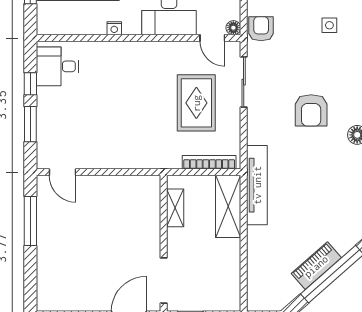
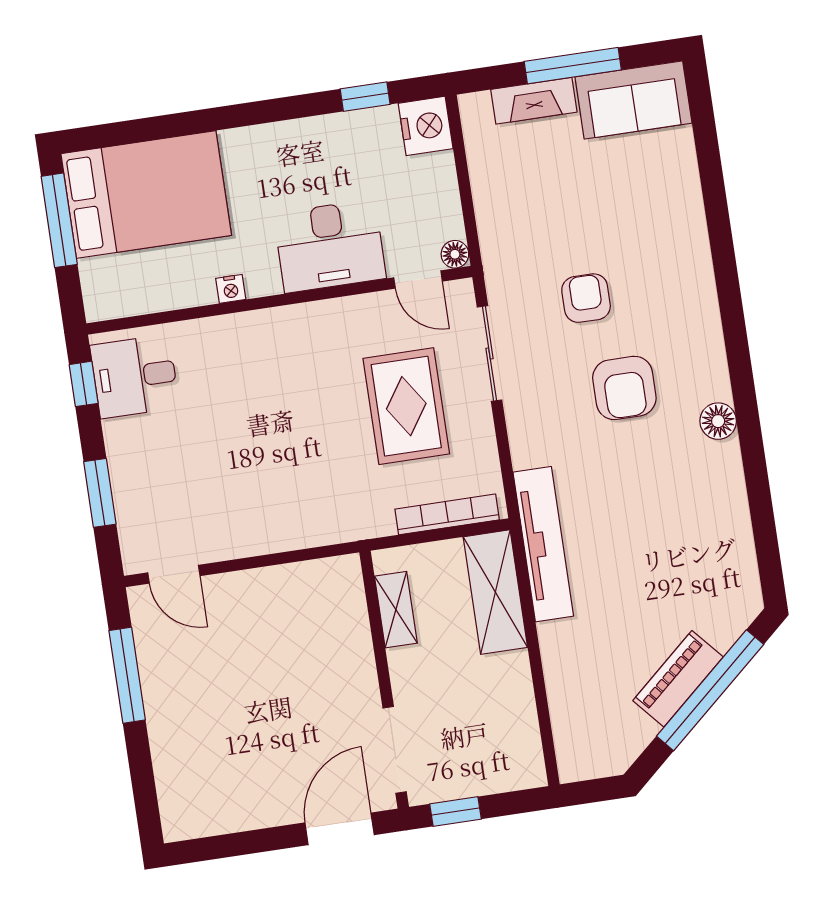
side table: (329, 25) -> (635, 223), removed
armchair: (261, 29) -> (586, 298), moved
window: (30, 84) -> (84, 384), moved

